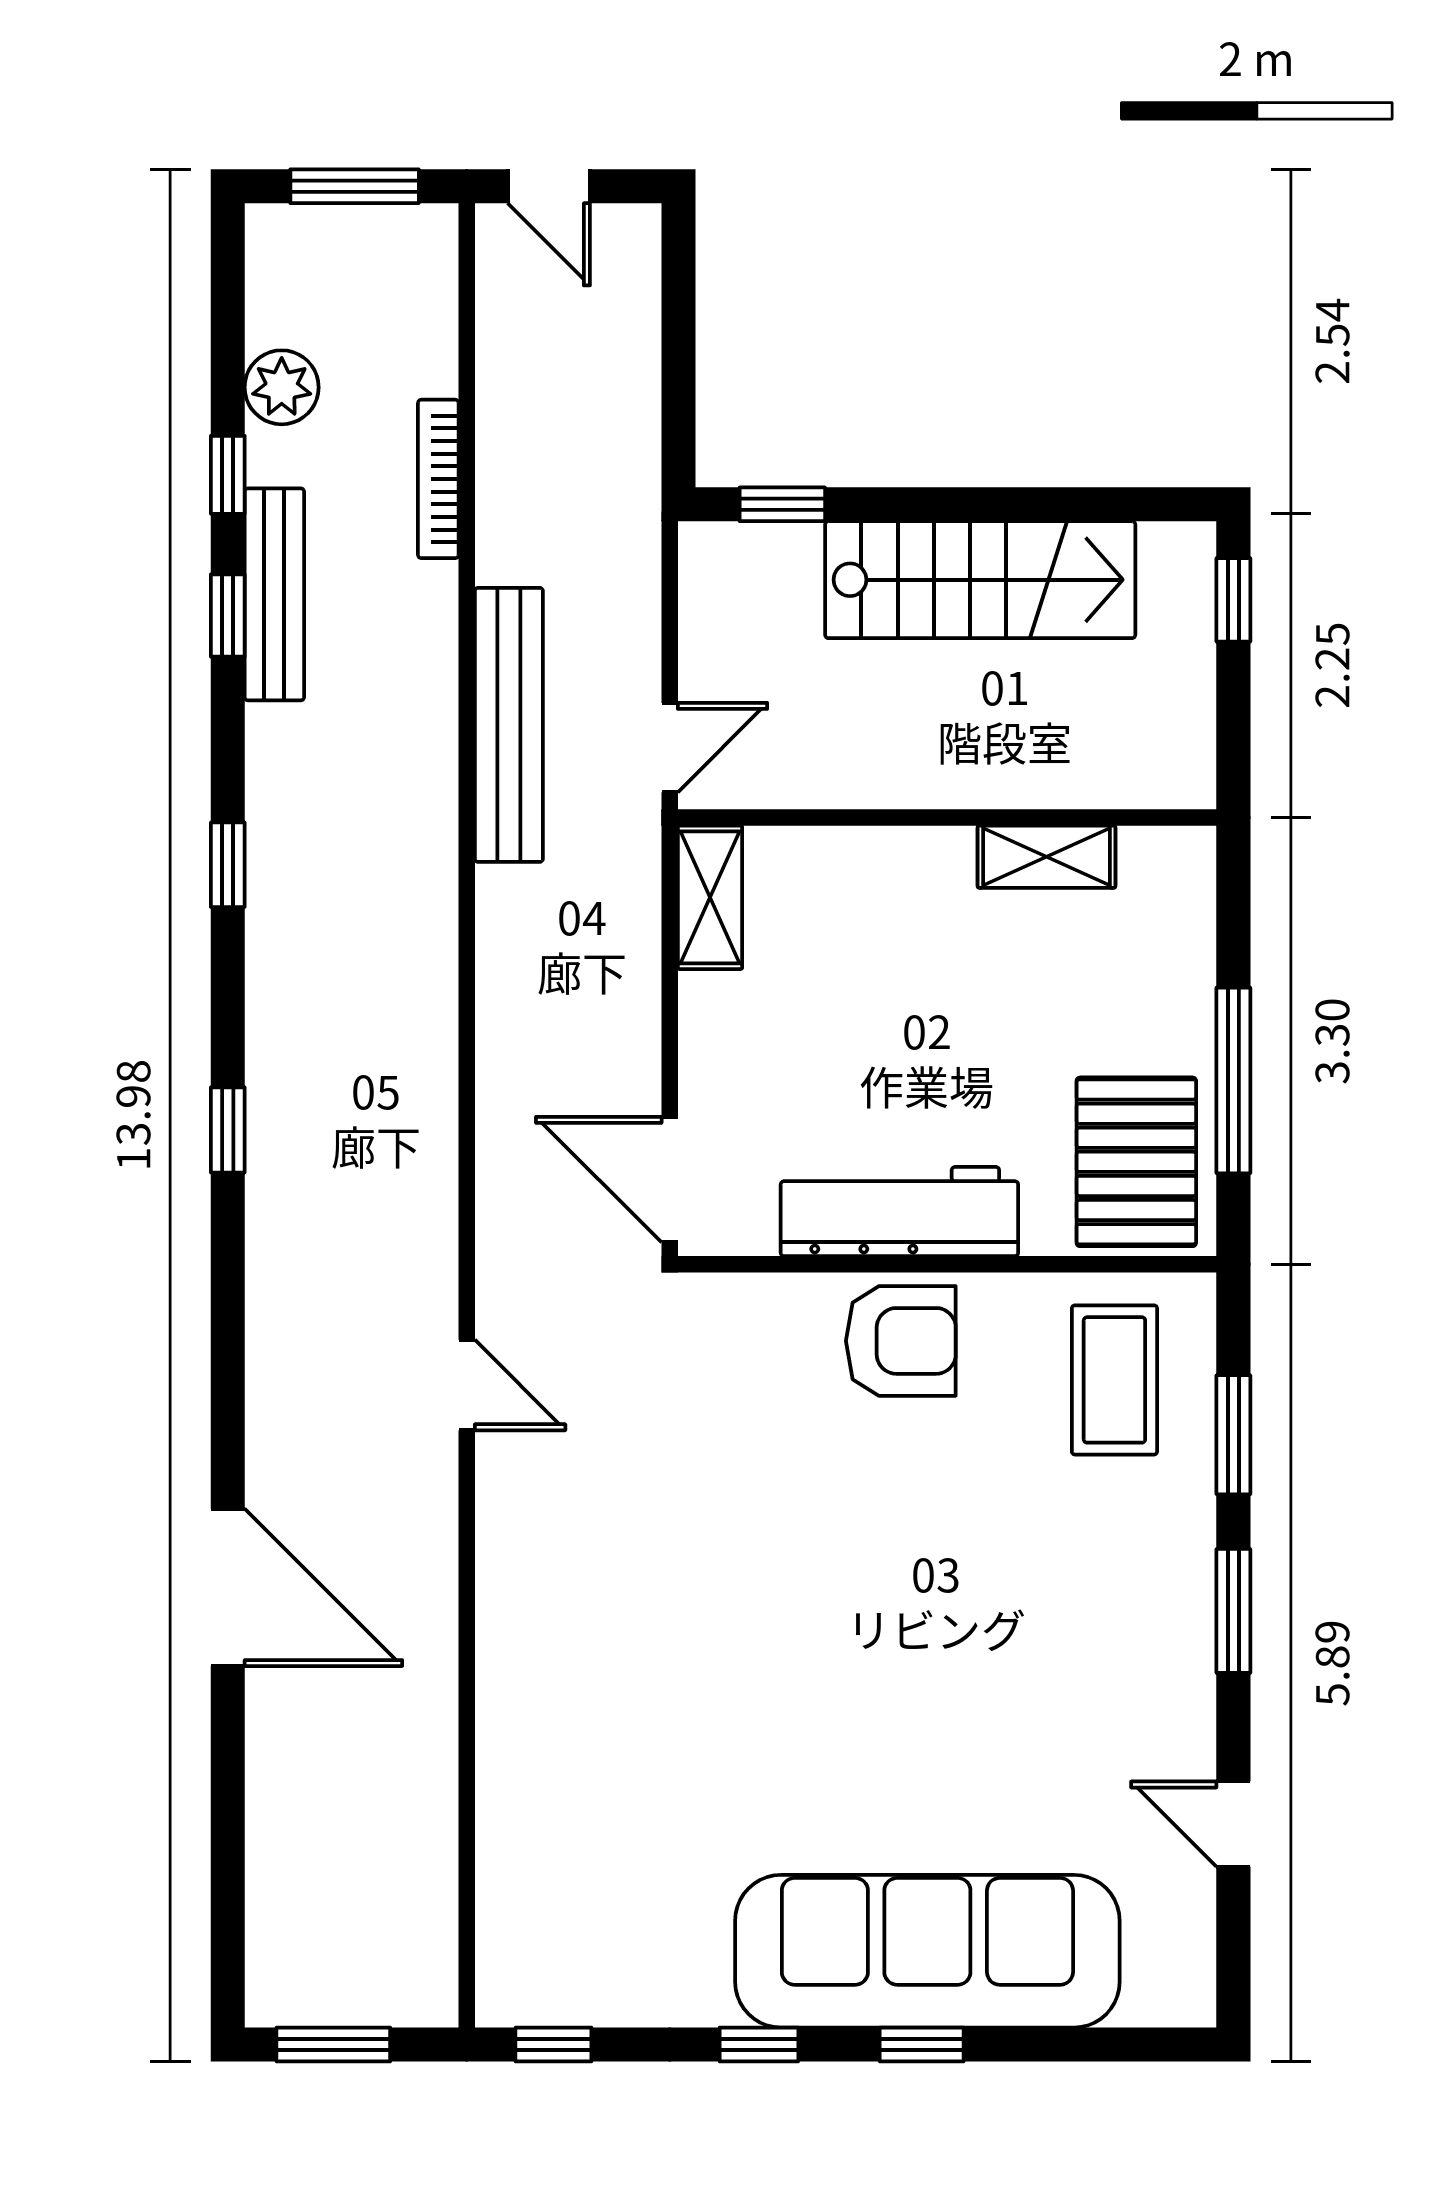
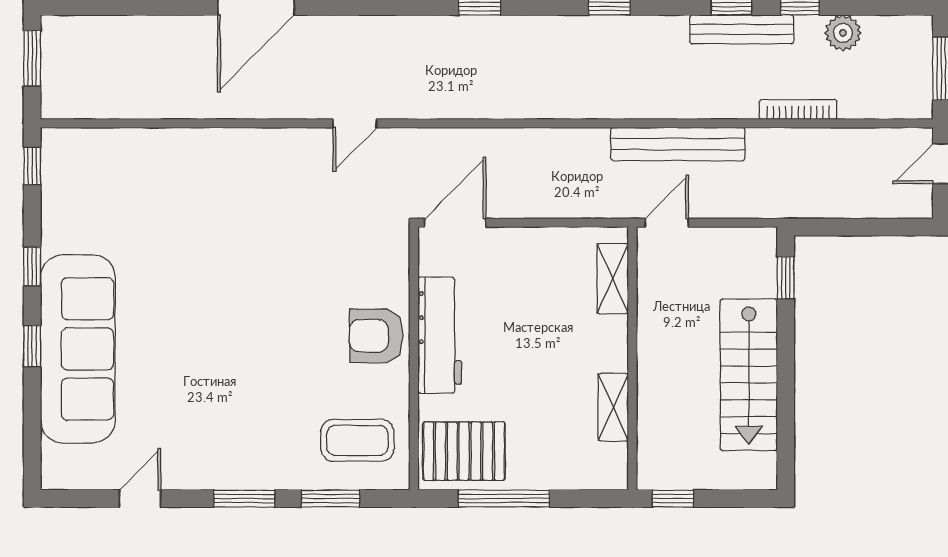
window: (1233, 600) -> (673, 499), moved
door: (670, 748) -> (667, 223), swing flipped
shelving: (710, 897) -> (613, 279), moved, turned 90
armchair: (901, 1341) -> (376, 336), turned 90

